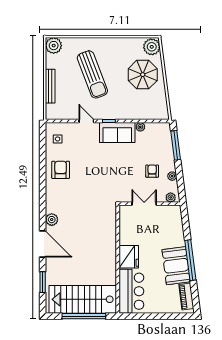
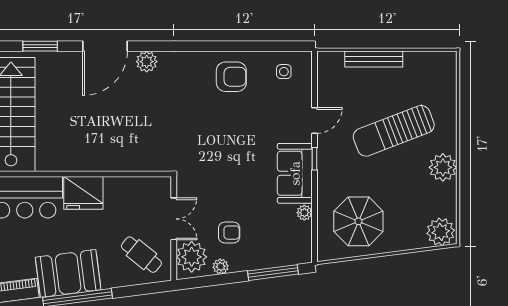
plant: (54, 46) -> (443, 167), moved
parasol: (143, 75) -> (358, 221), moved
plant: (171, 197) -> (192, 257), width x1.87, depth x1.87
cafe table: (165, 223) -> (141, 255), added

